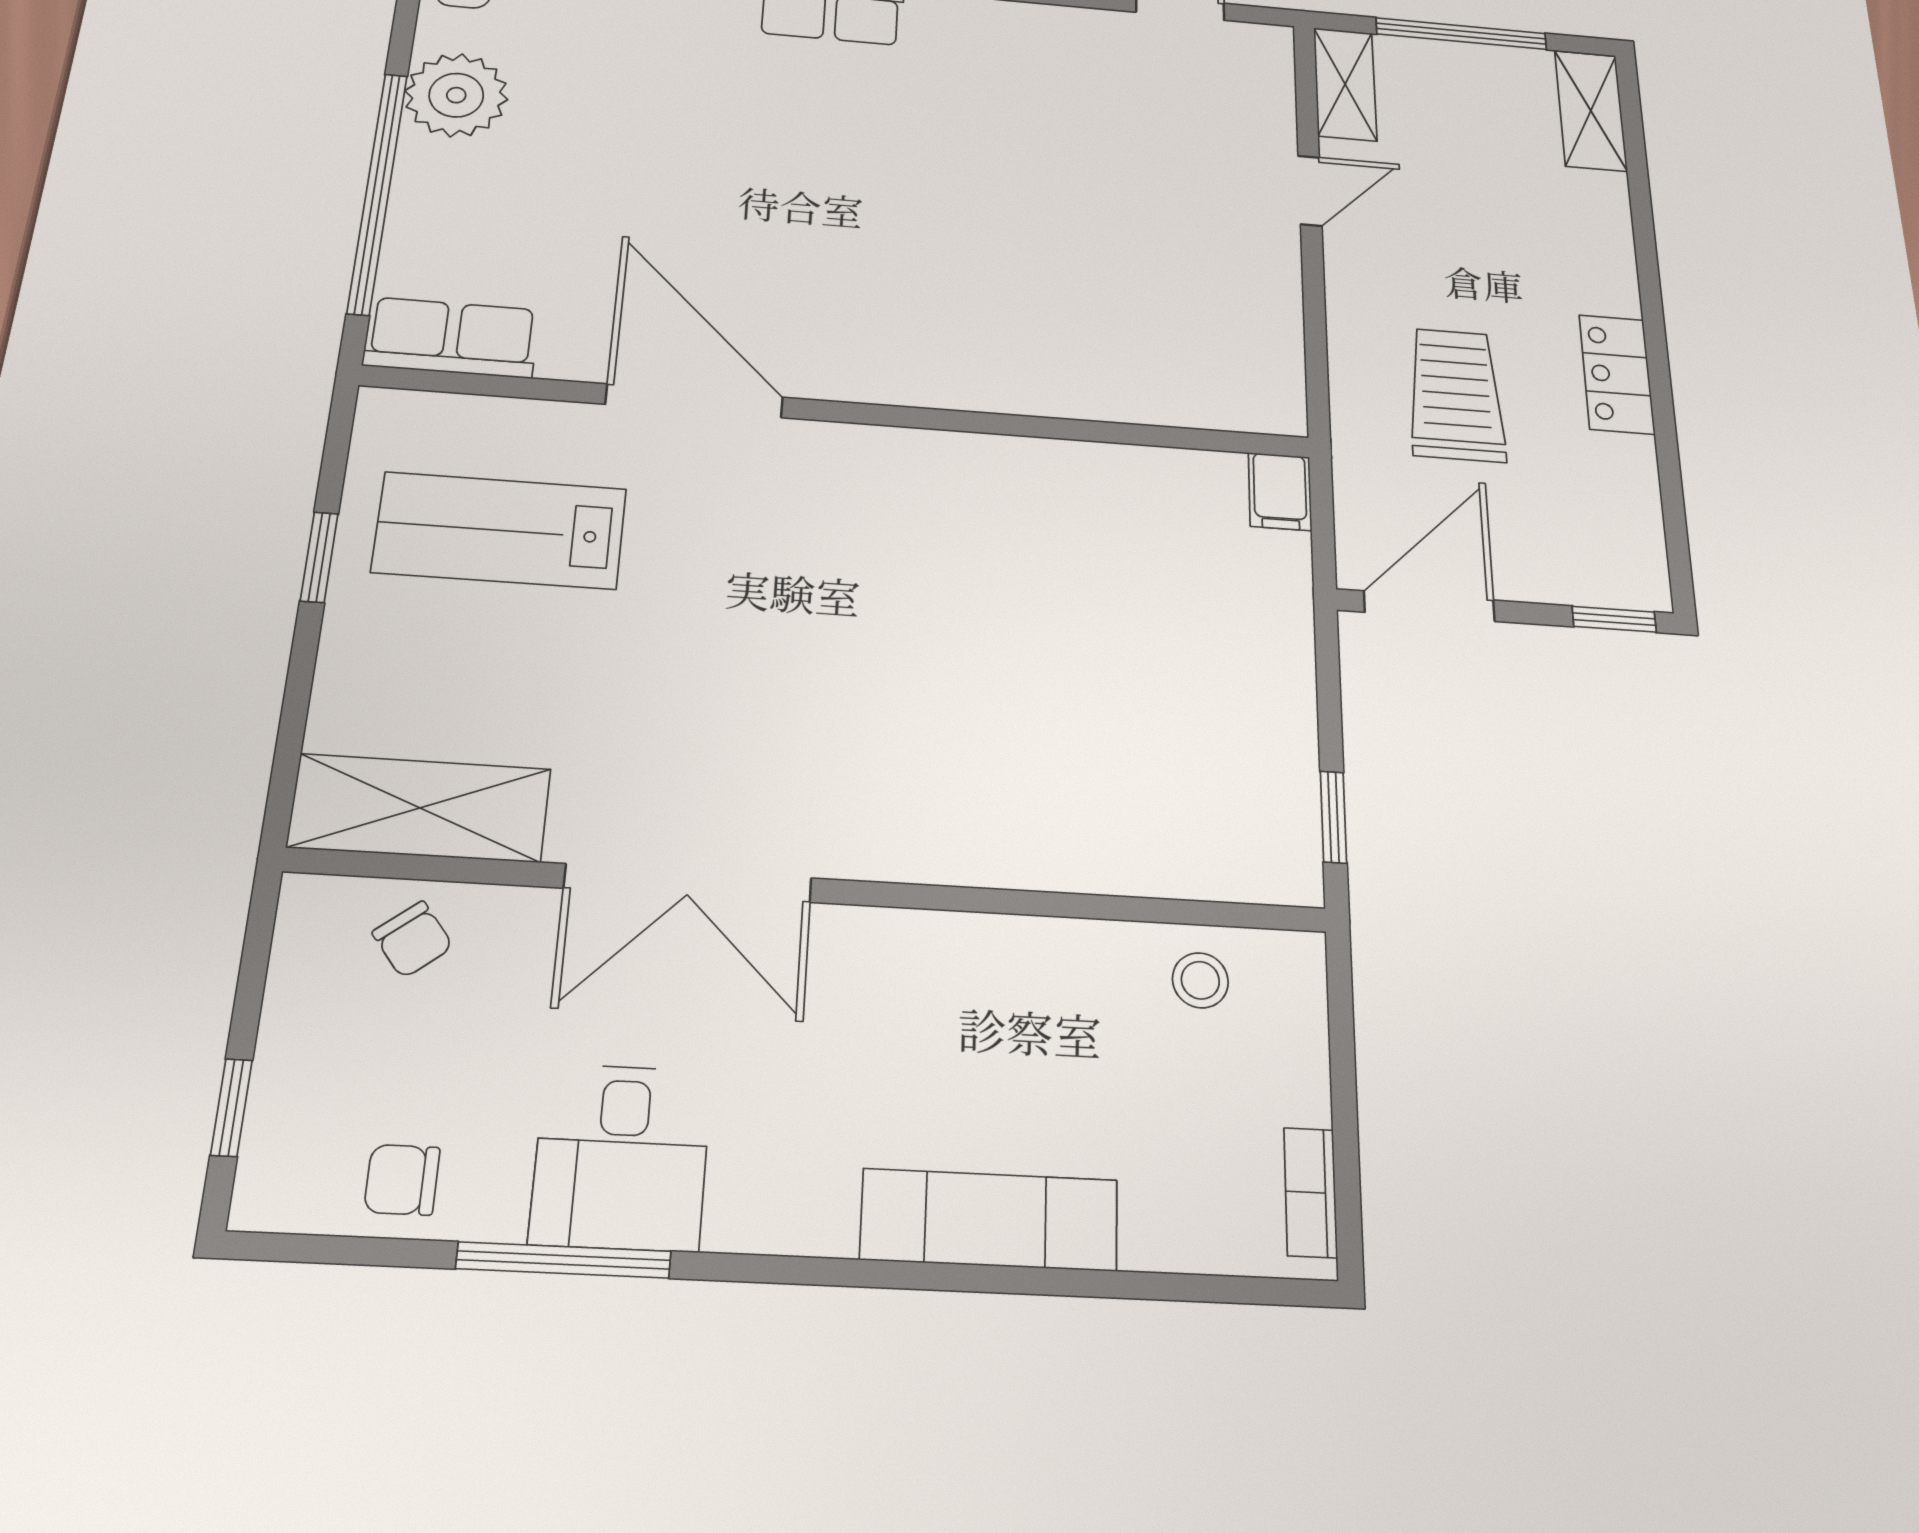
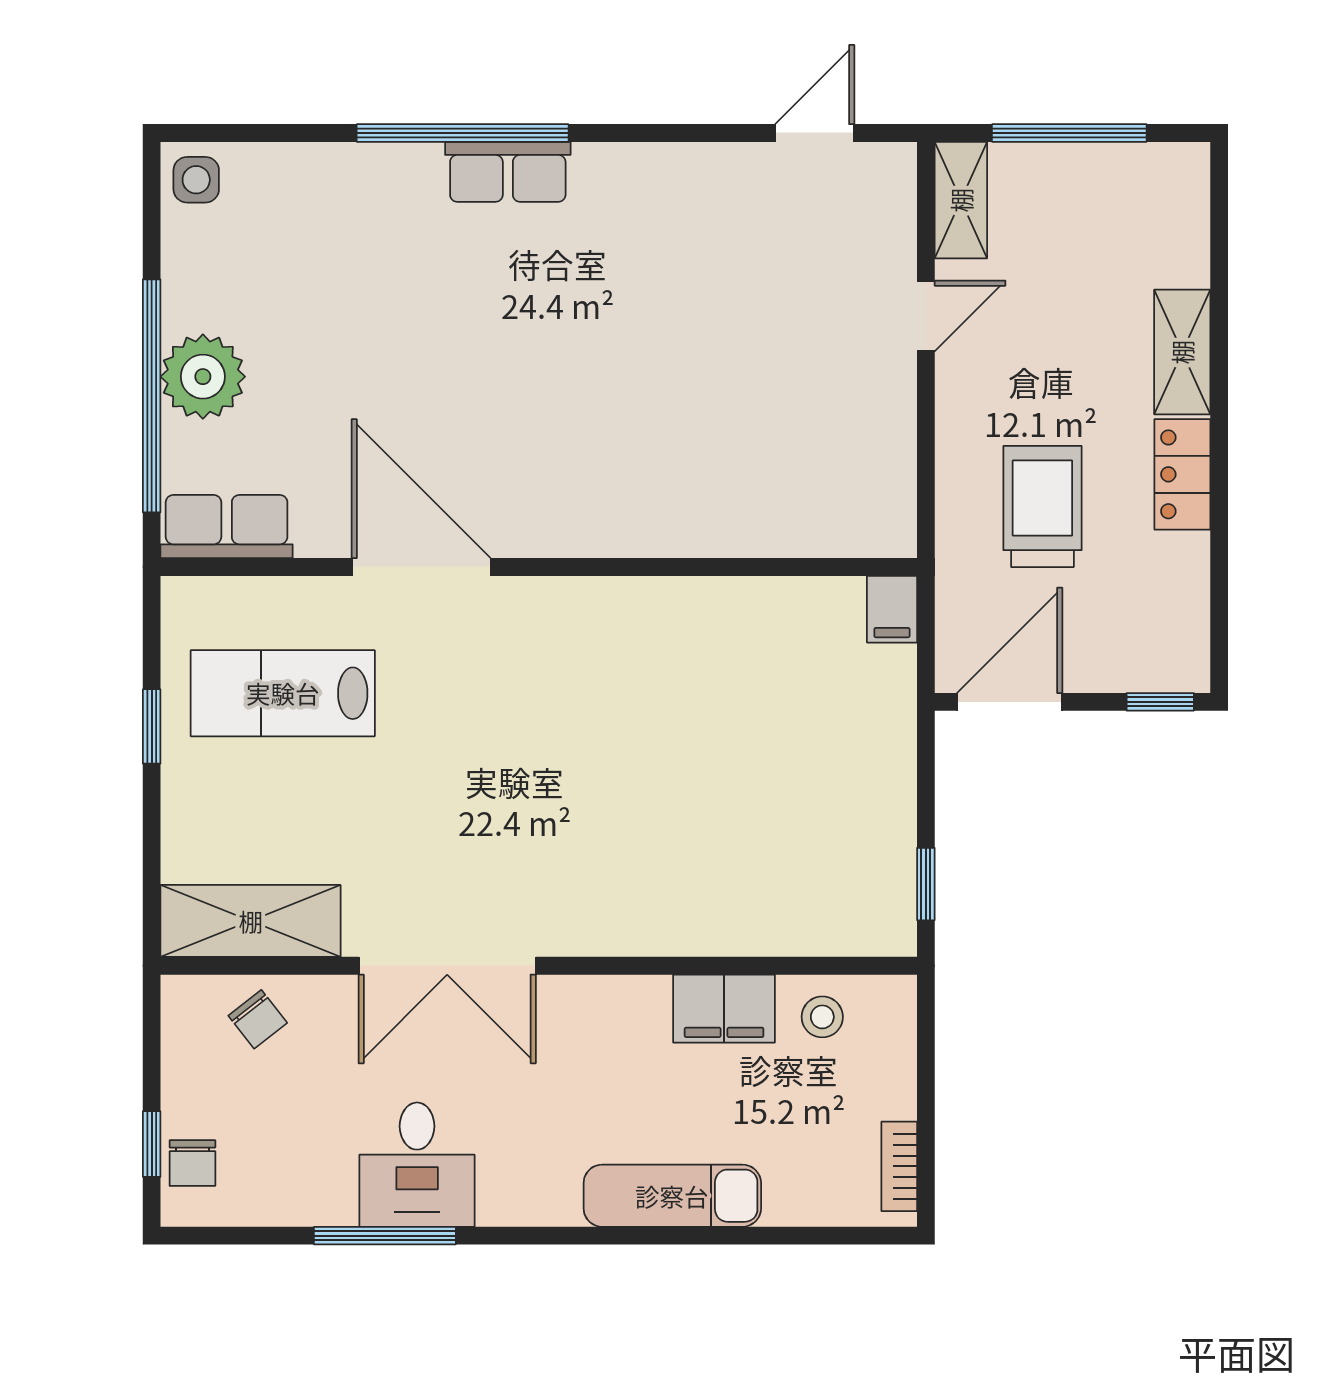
plant: (456, 95) -> (203, 377), moved
shelving: (1591, 111) -> (1182, 352), moved
filing cabinet: (1067, 962) -> (724, 1009), added
chair: (402, 1180) -> (192, 1163), moved, turned -90

